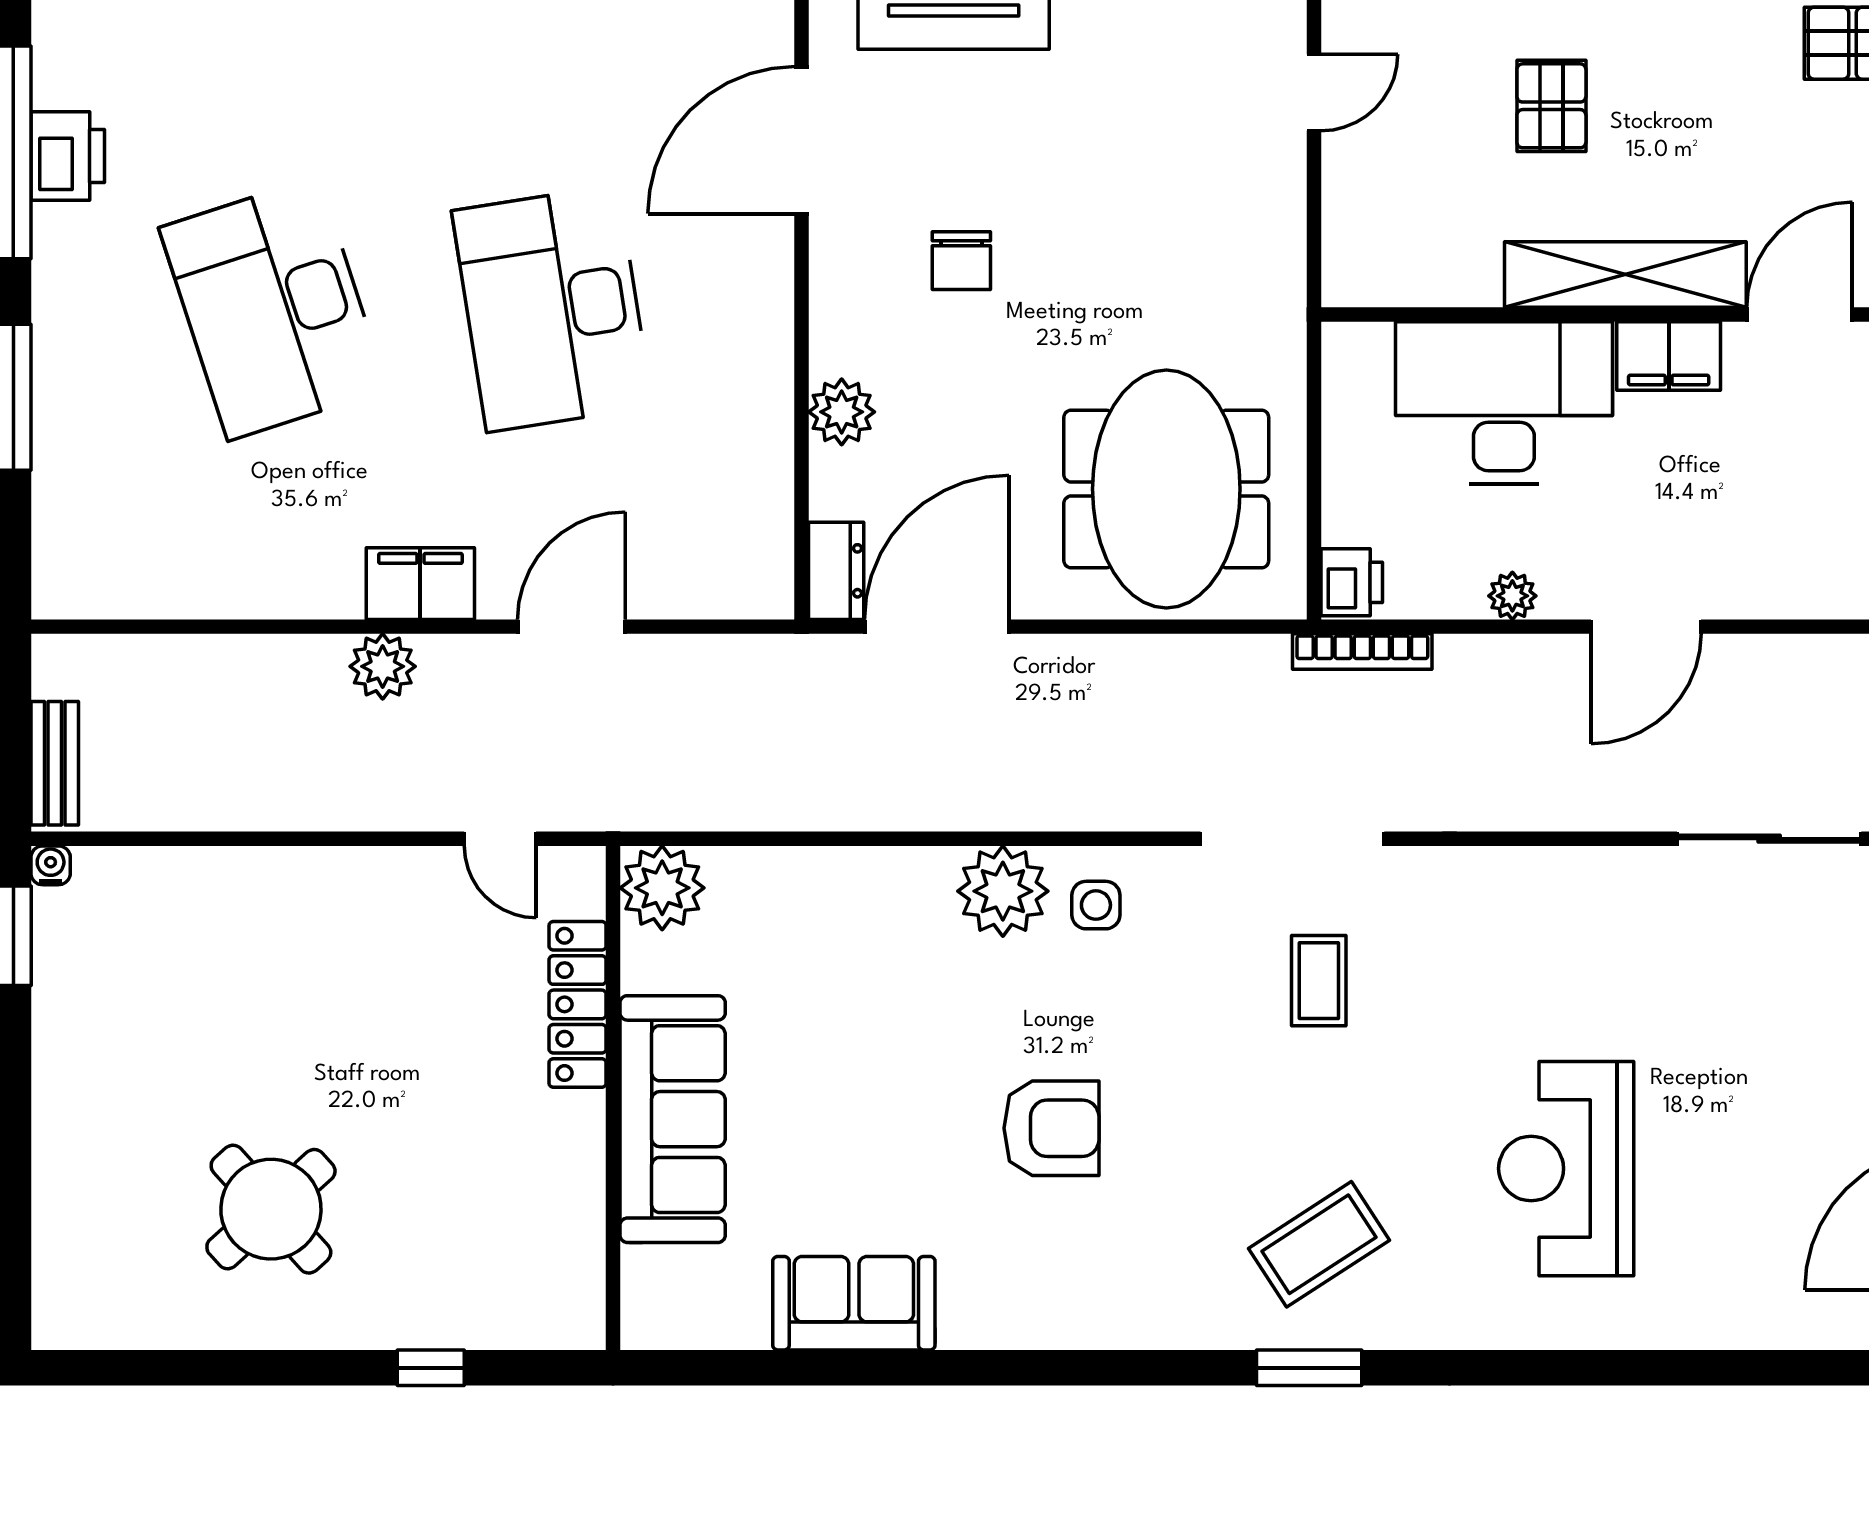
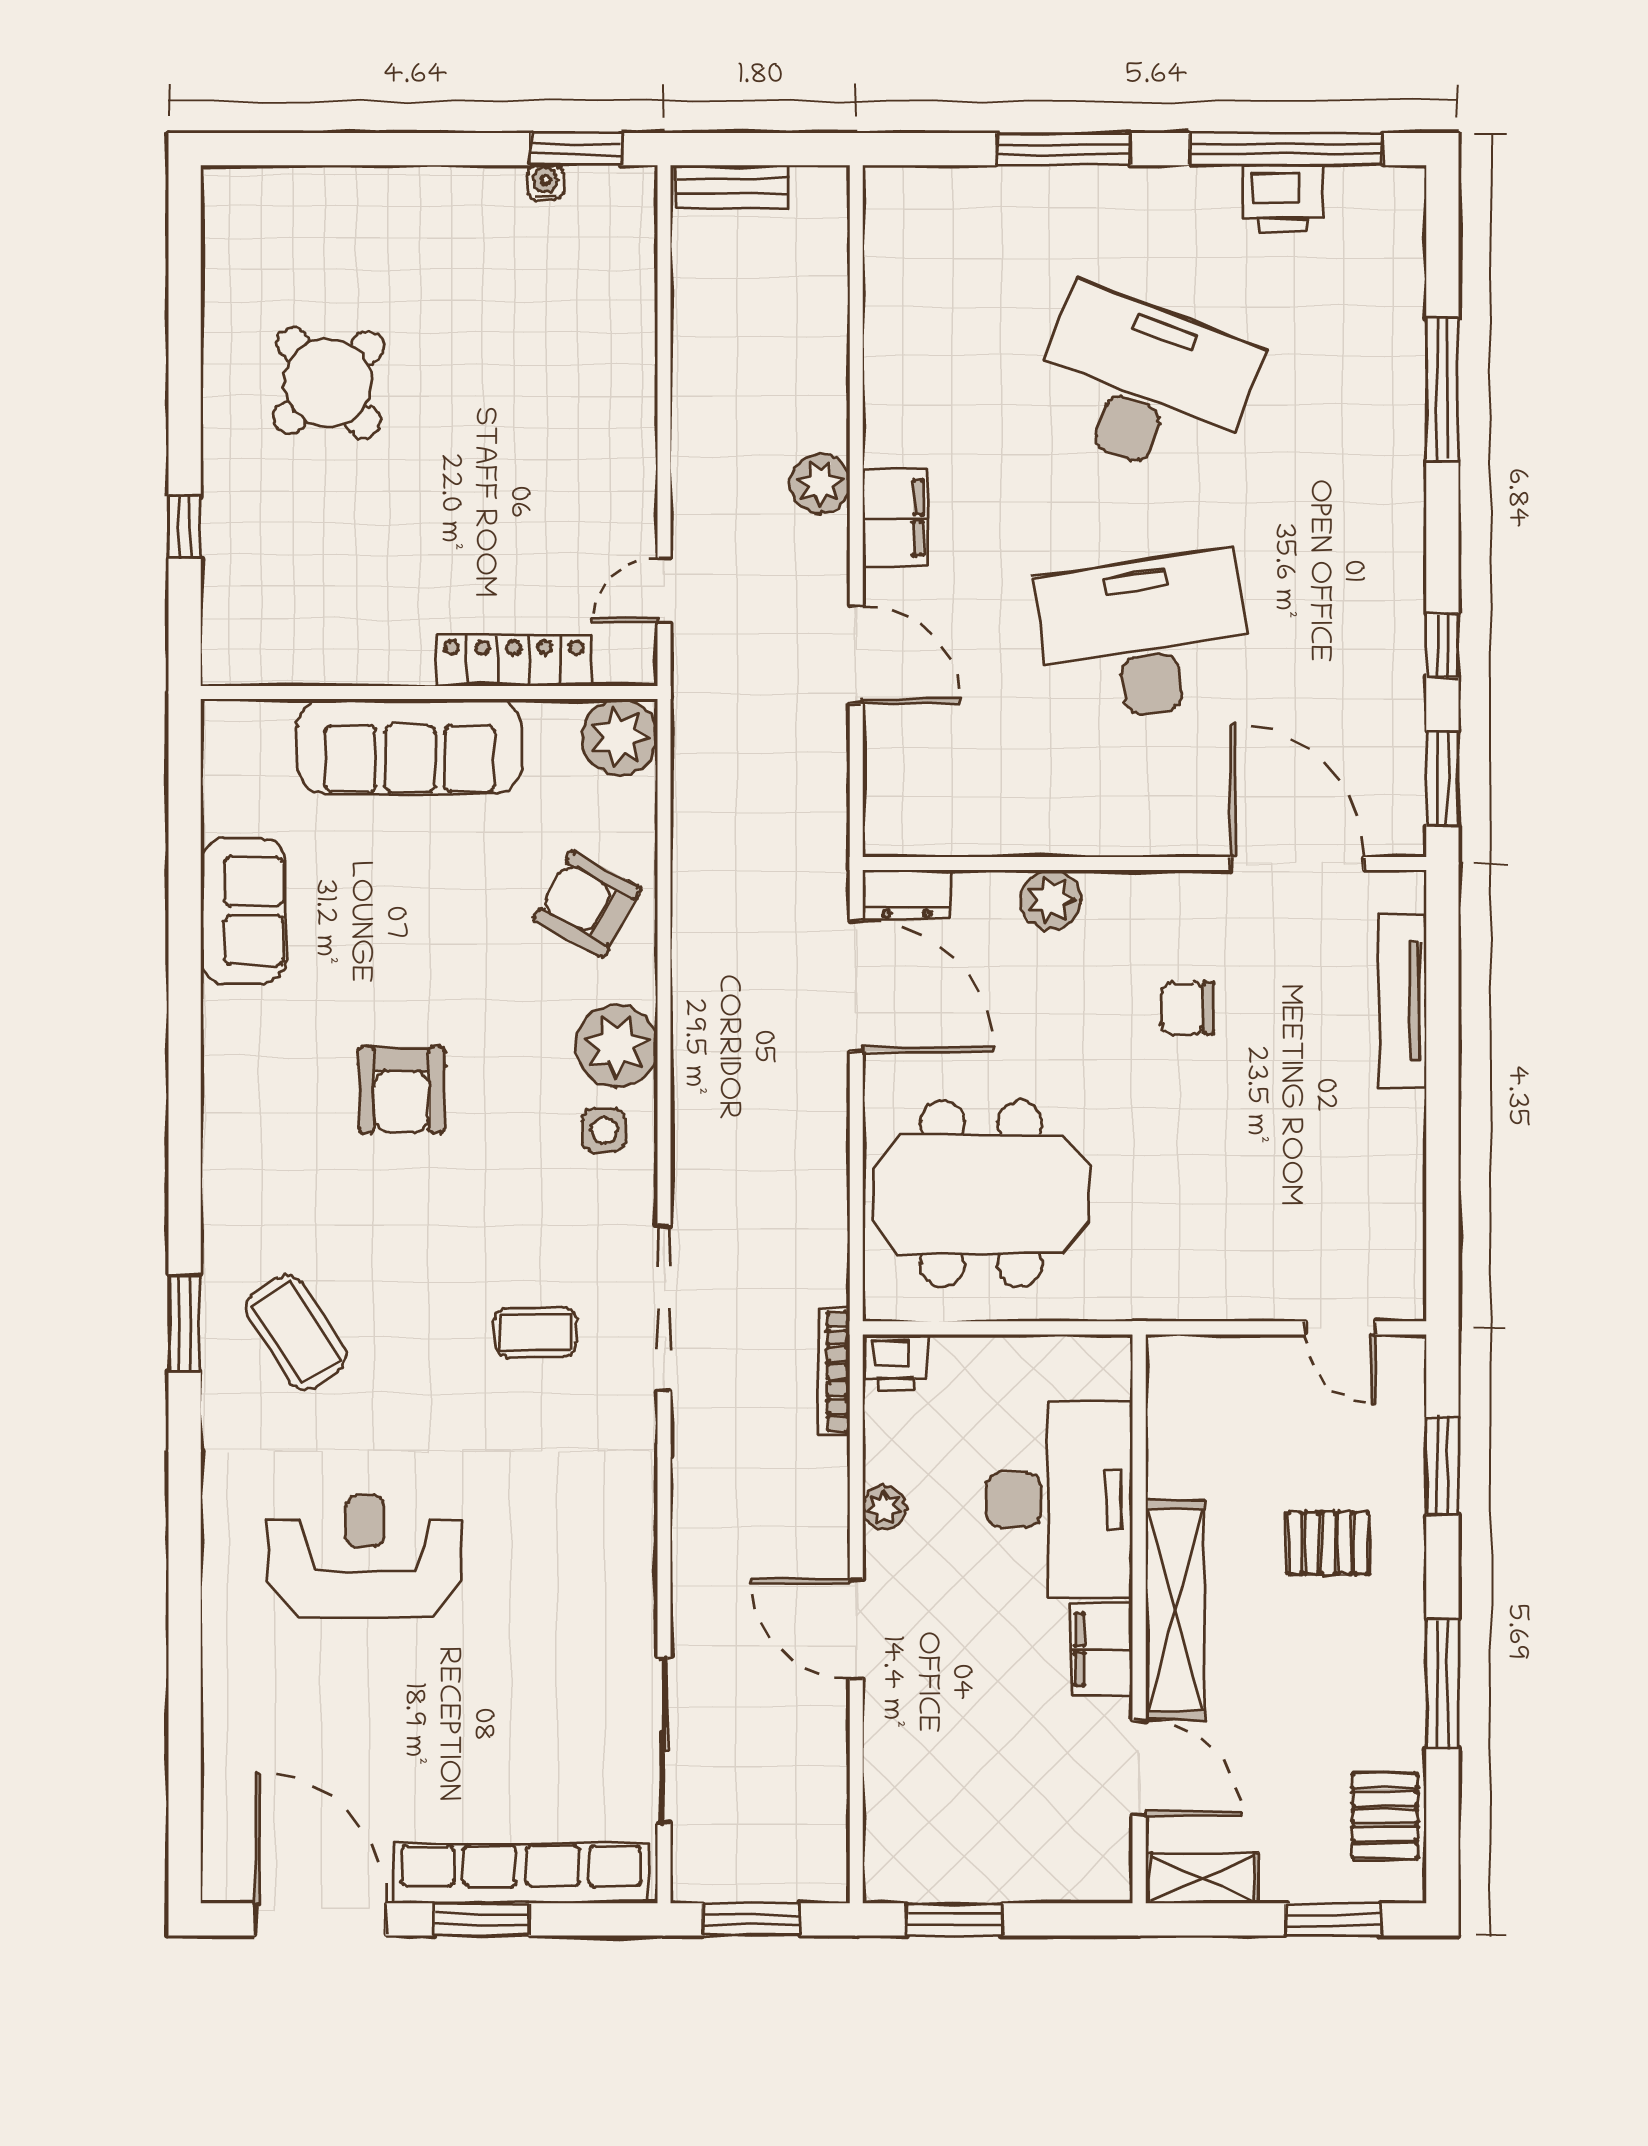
desk: (273, 309) -> (1144, 385), turned 39
water cooler: (51, 865) -> (546, 183), moved, turned -90
armchair: (846, 923) -> (587, 904), added

